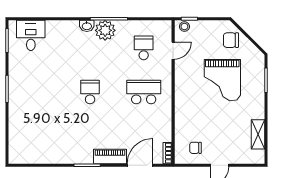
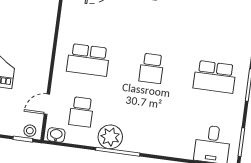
washbasin: (87, 26) -> (56, 135), moved
plant: (105, 30) -> (110, 137), moved
school desk: (36, 92) -> (215, 77), added

